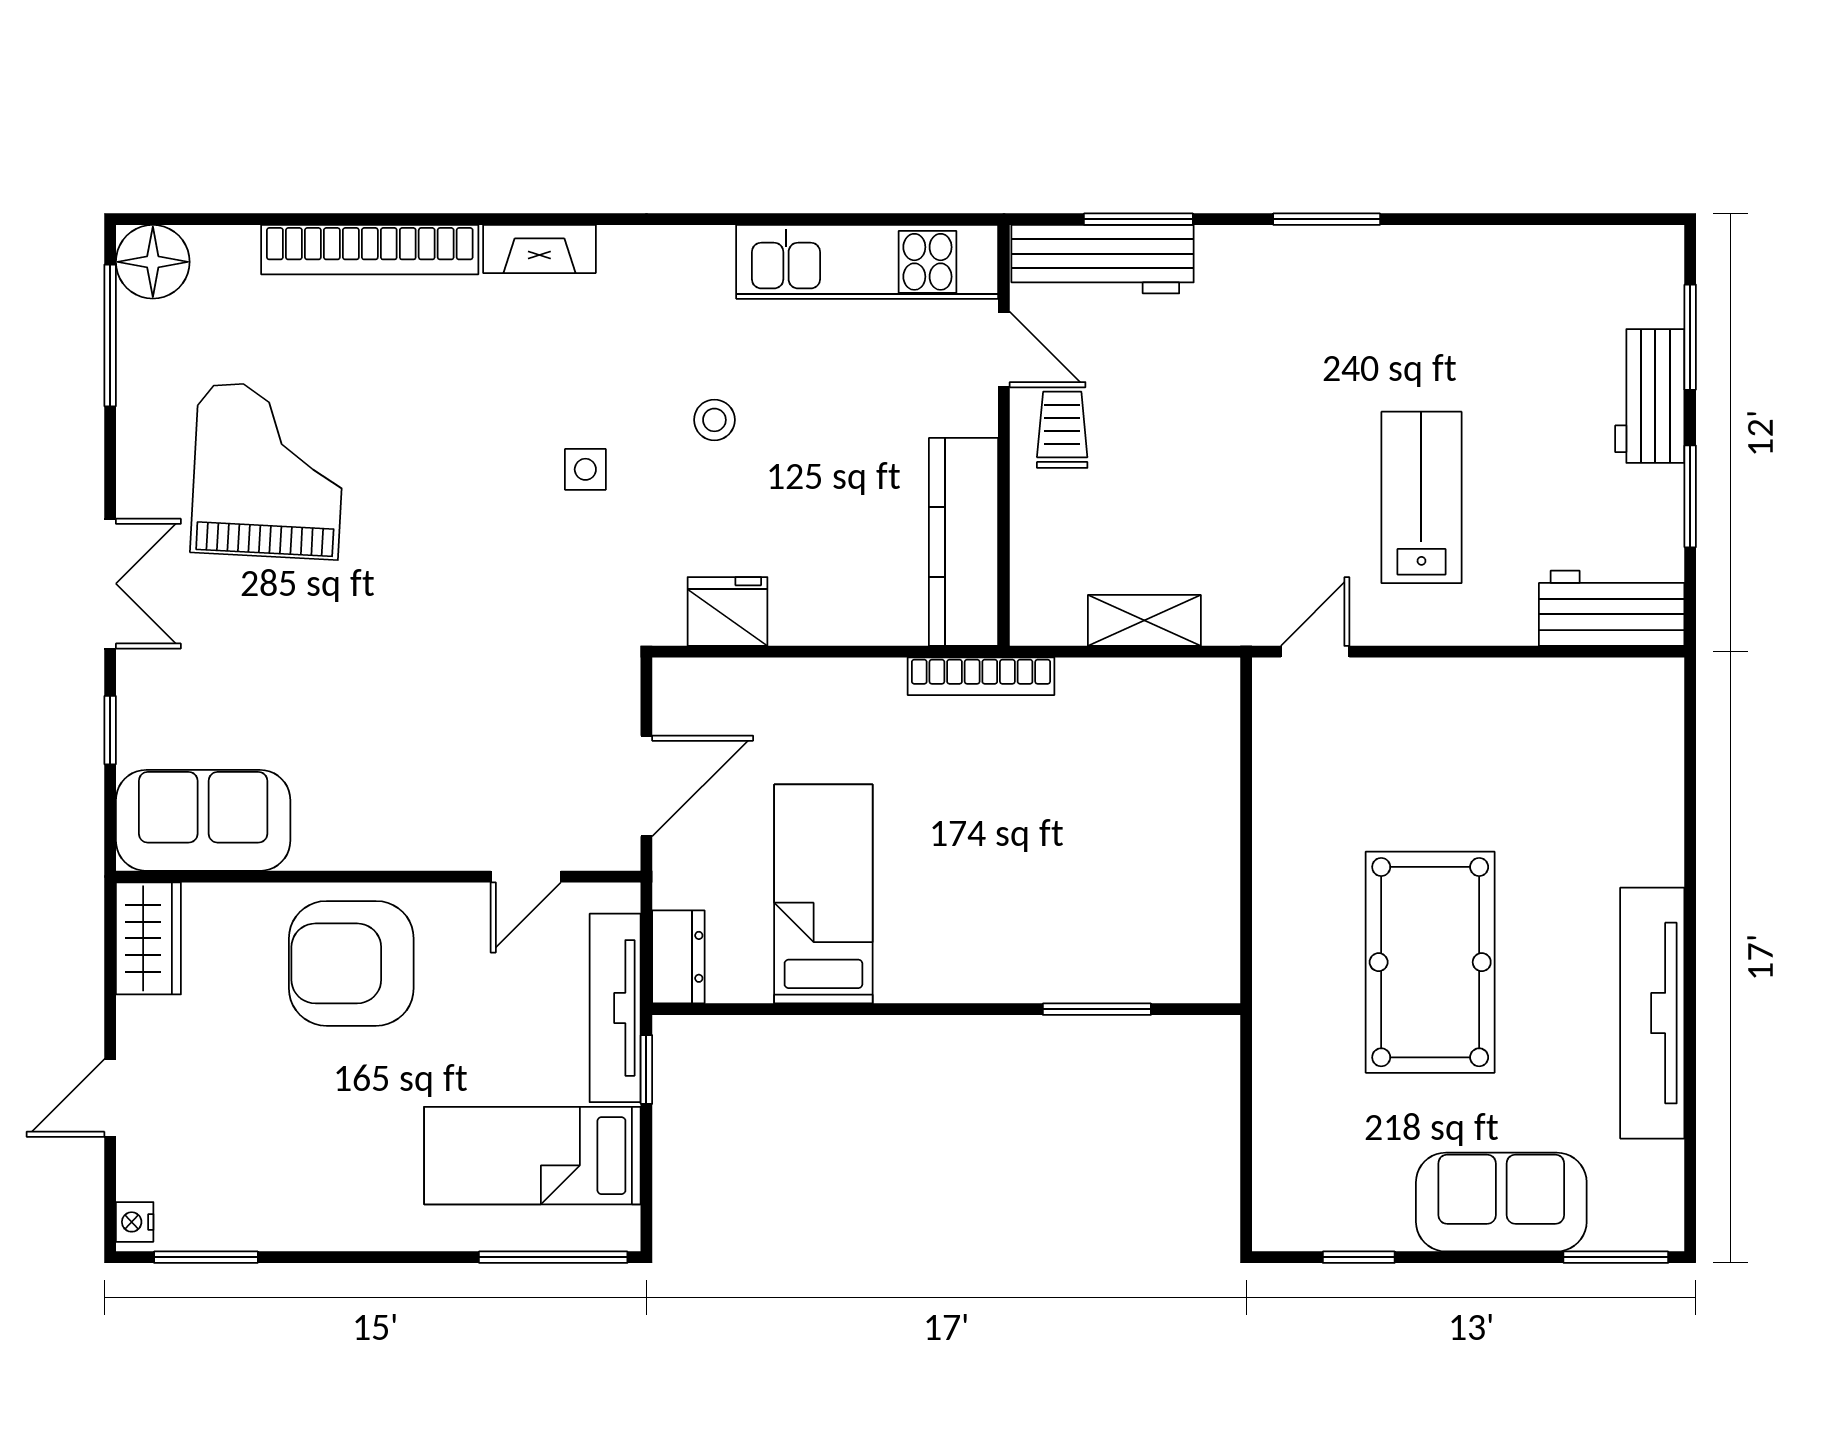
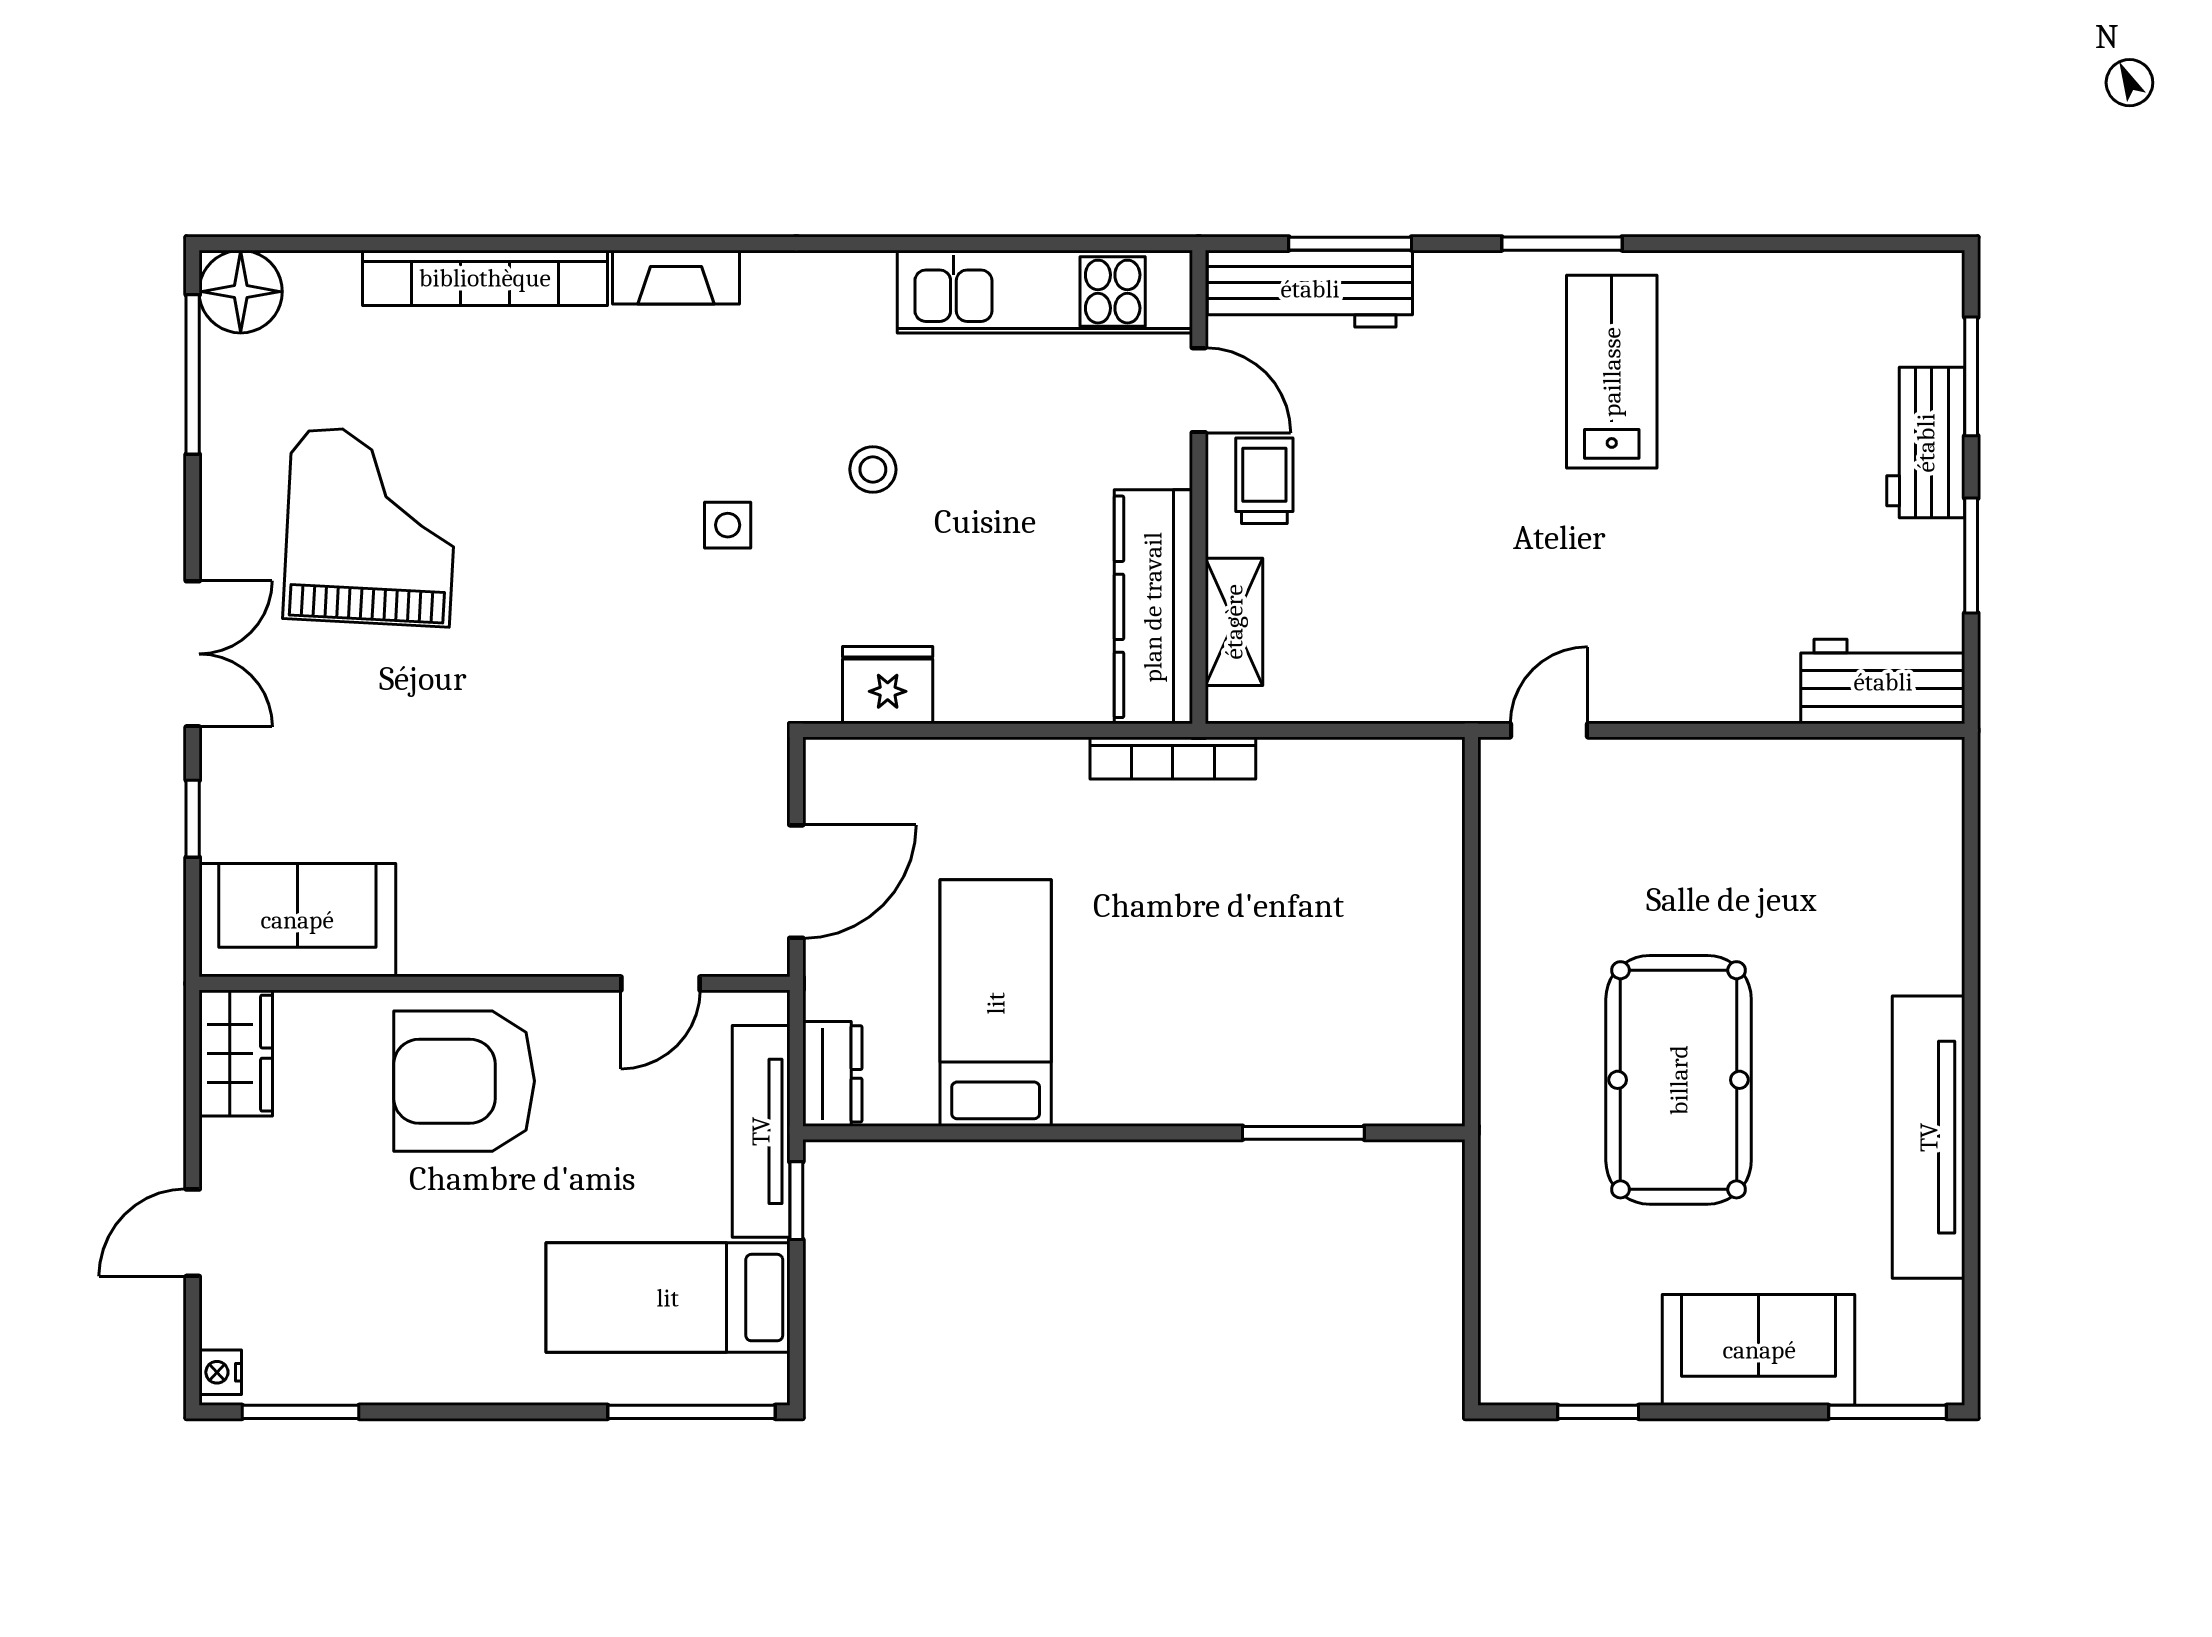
lab bench: (1421, 497) -> (1612, 372), moved
shelving: (1144, 620) -> (1234, 622), moved, turned 90

